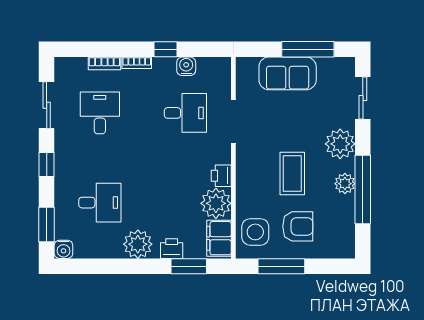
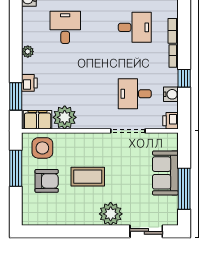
desk: (185, 113) -> (135, 94), turned 90
printer: (221, 176) -> (171, 121), moved, turned -90
plant: (345, 184) -> (80, 217), removed
window: (363, 189) -> (75, 231), removed
desk: (100, 203) -> (65, 27), turned 180
armchair: (298, 226) -> (47, 181), turned -90
plant: (138, 244) -> (28, 52), width x0.53, depth x0.53

